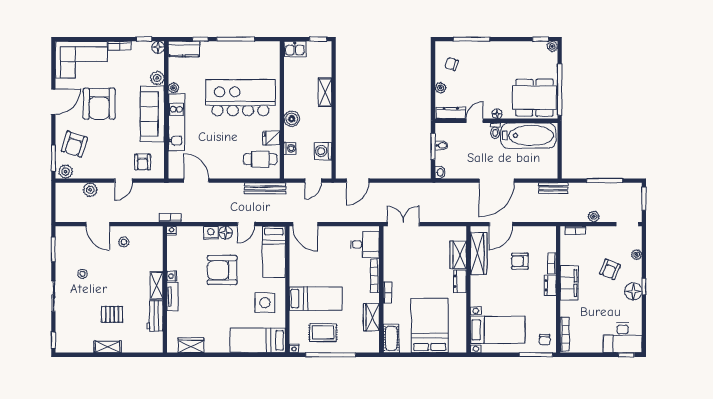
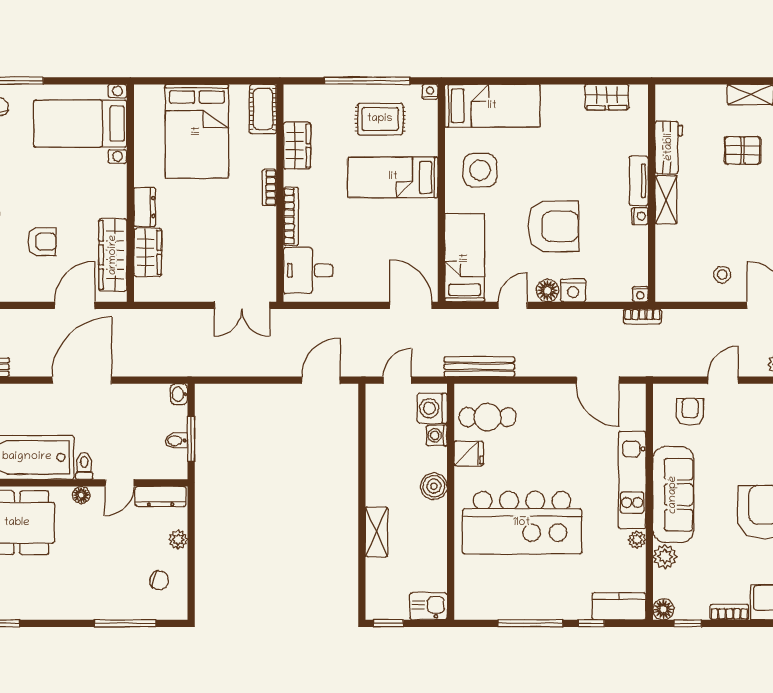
washing machine: (323, 151) -> (432, 408), moved, turned 180

